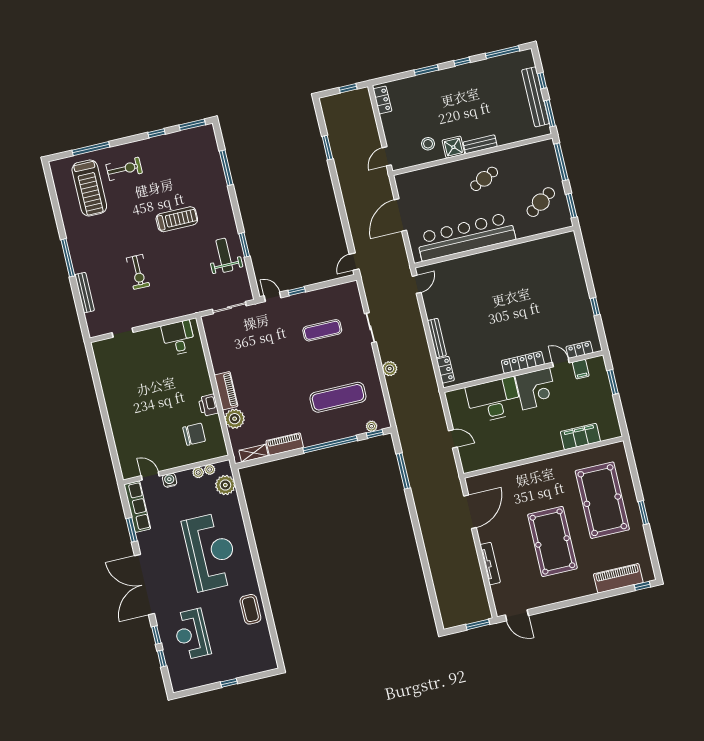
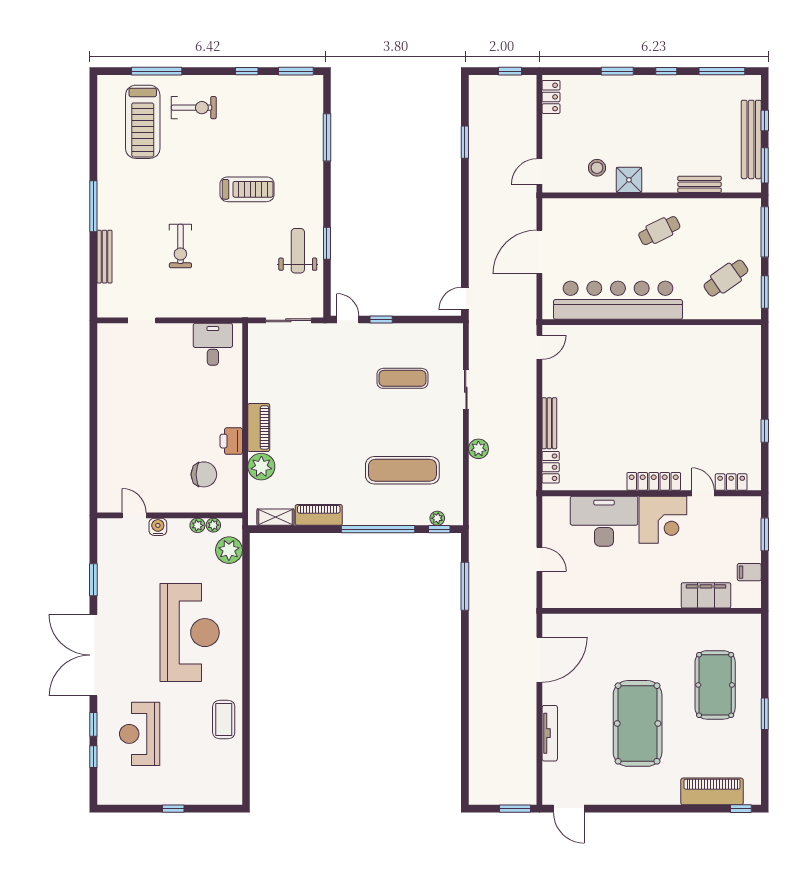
bench: (480, 144) -> (699, 184), moved
filing cabinet: (581, 369) -> (749, 572), moved, turned 90
pool table: (602, 500) -> (715, 685), width x0.73, depth x0.76
row of seats: (137, 507) -> (108, 551), removed

